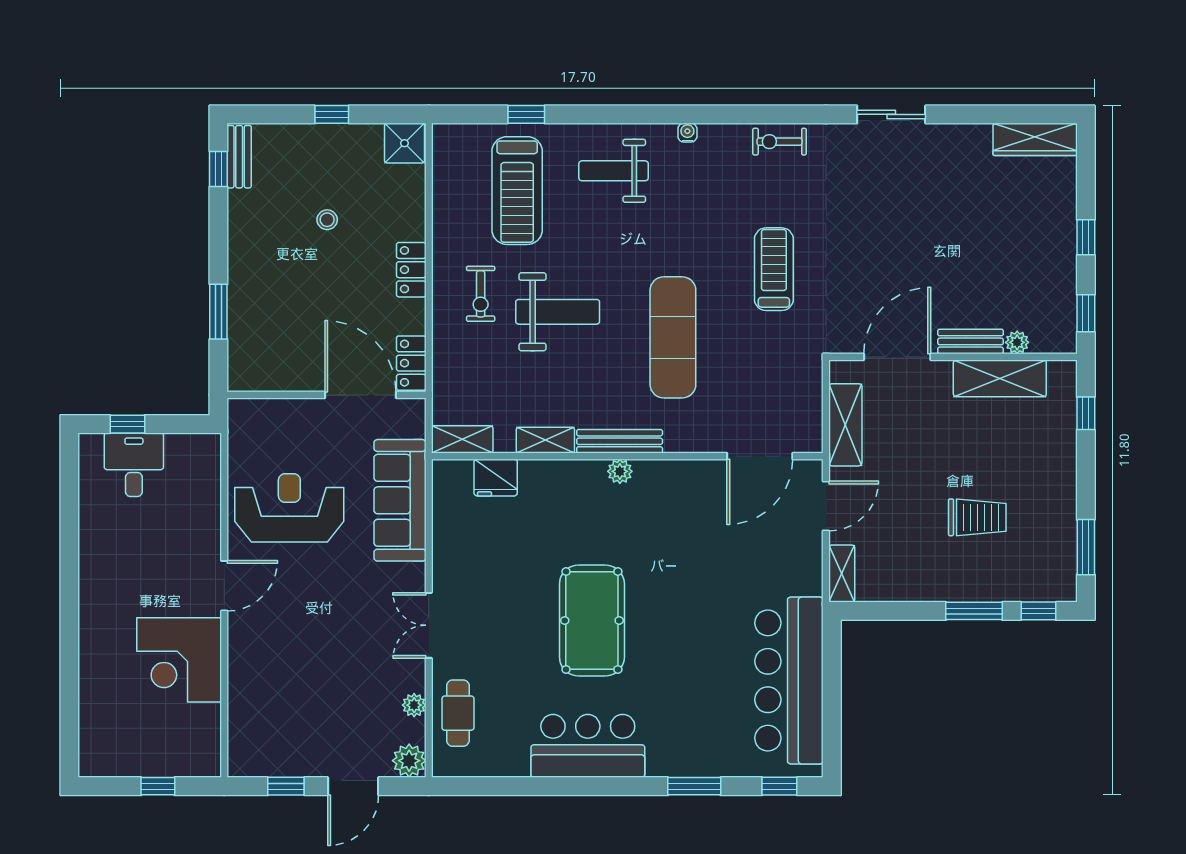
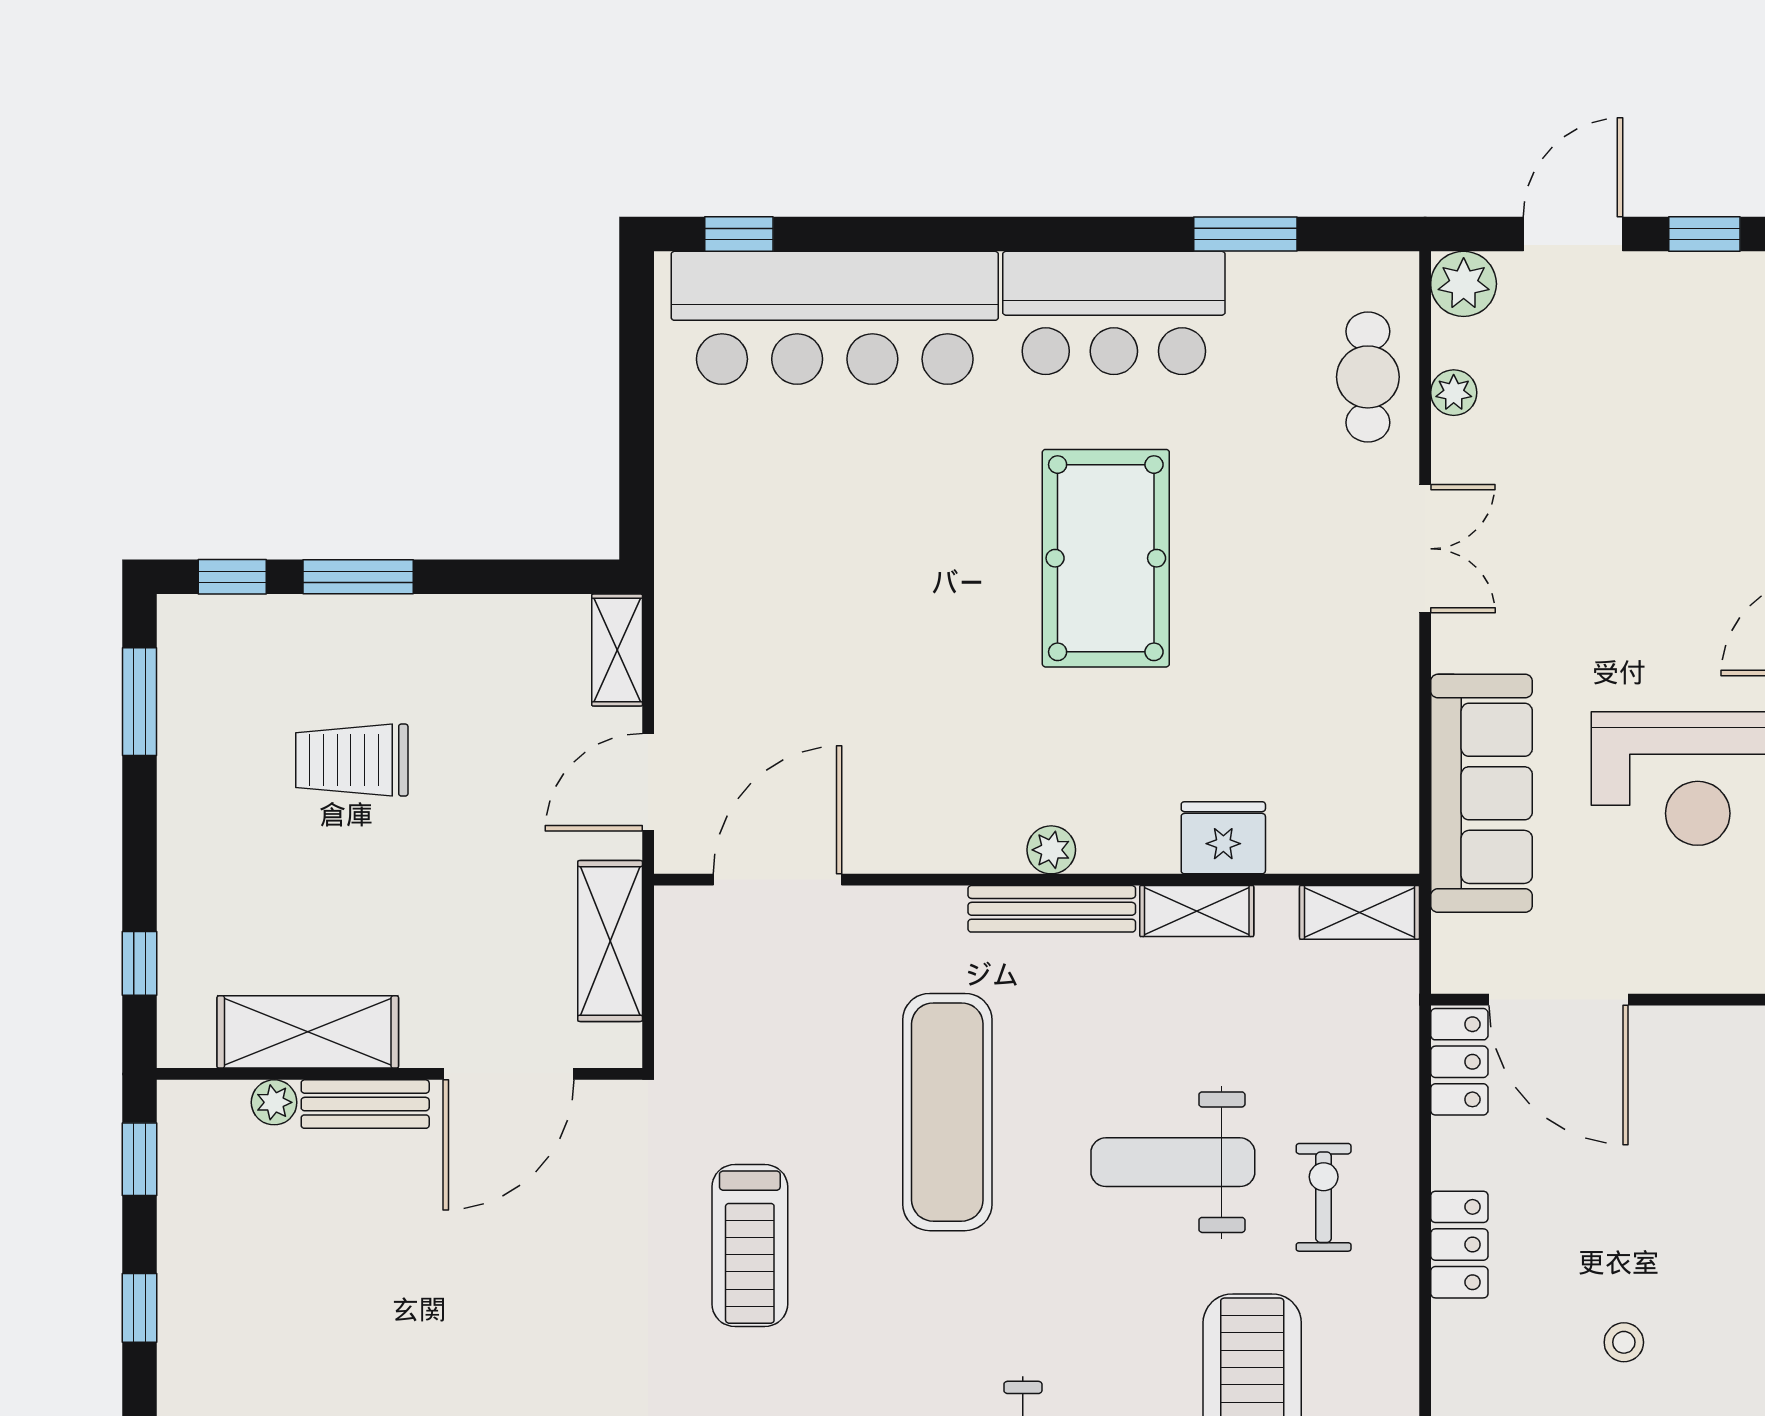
fridge: (496, 478) -> (1223, 838), moved
bar counter: (789, 681) -> (835, 318), moved, turned 90
window: (694, 786) -> (1245, 234), moved

